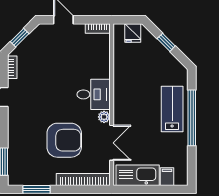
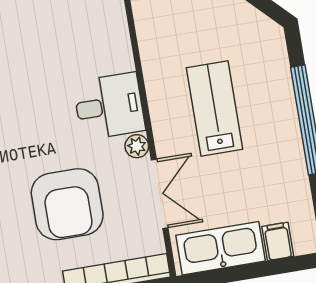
lab bench: (172, 109) -> (214, 109), moved
armchair: (64, 140) -> (67, 204), turned 90

